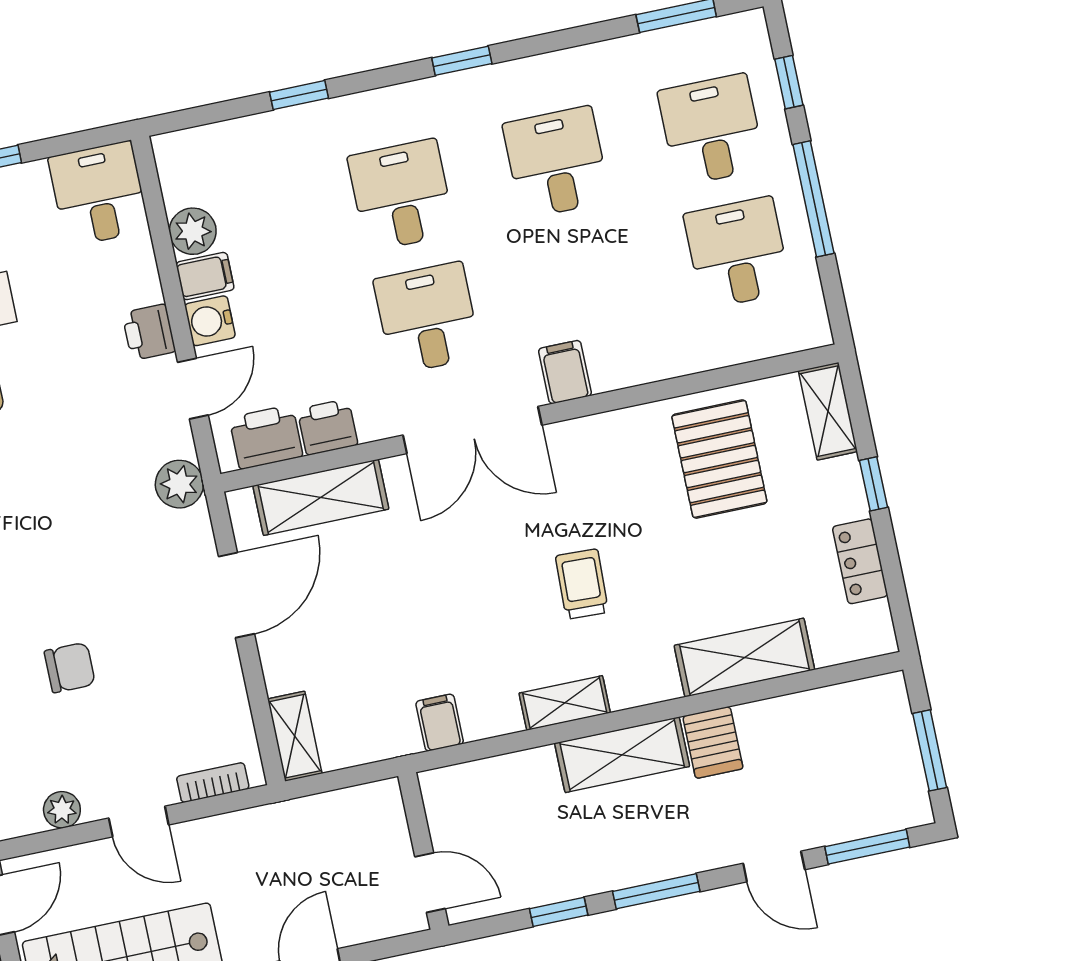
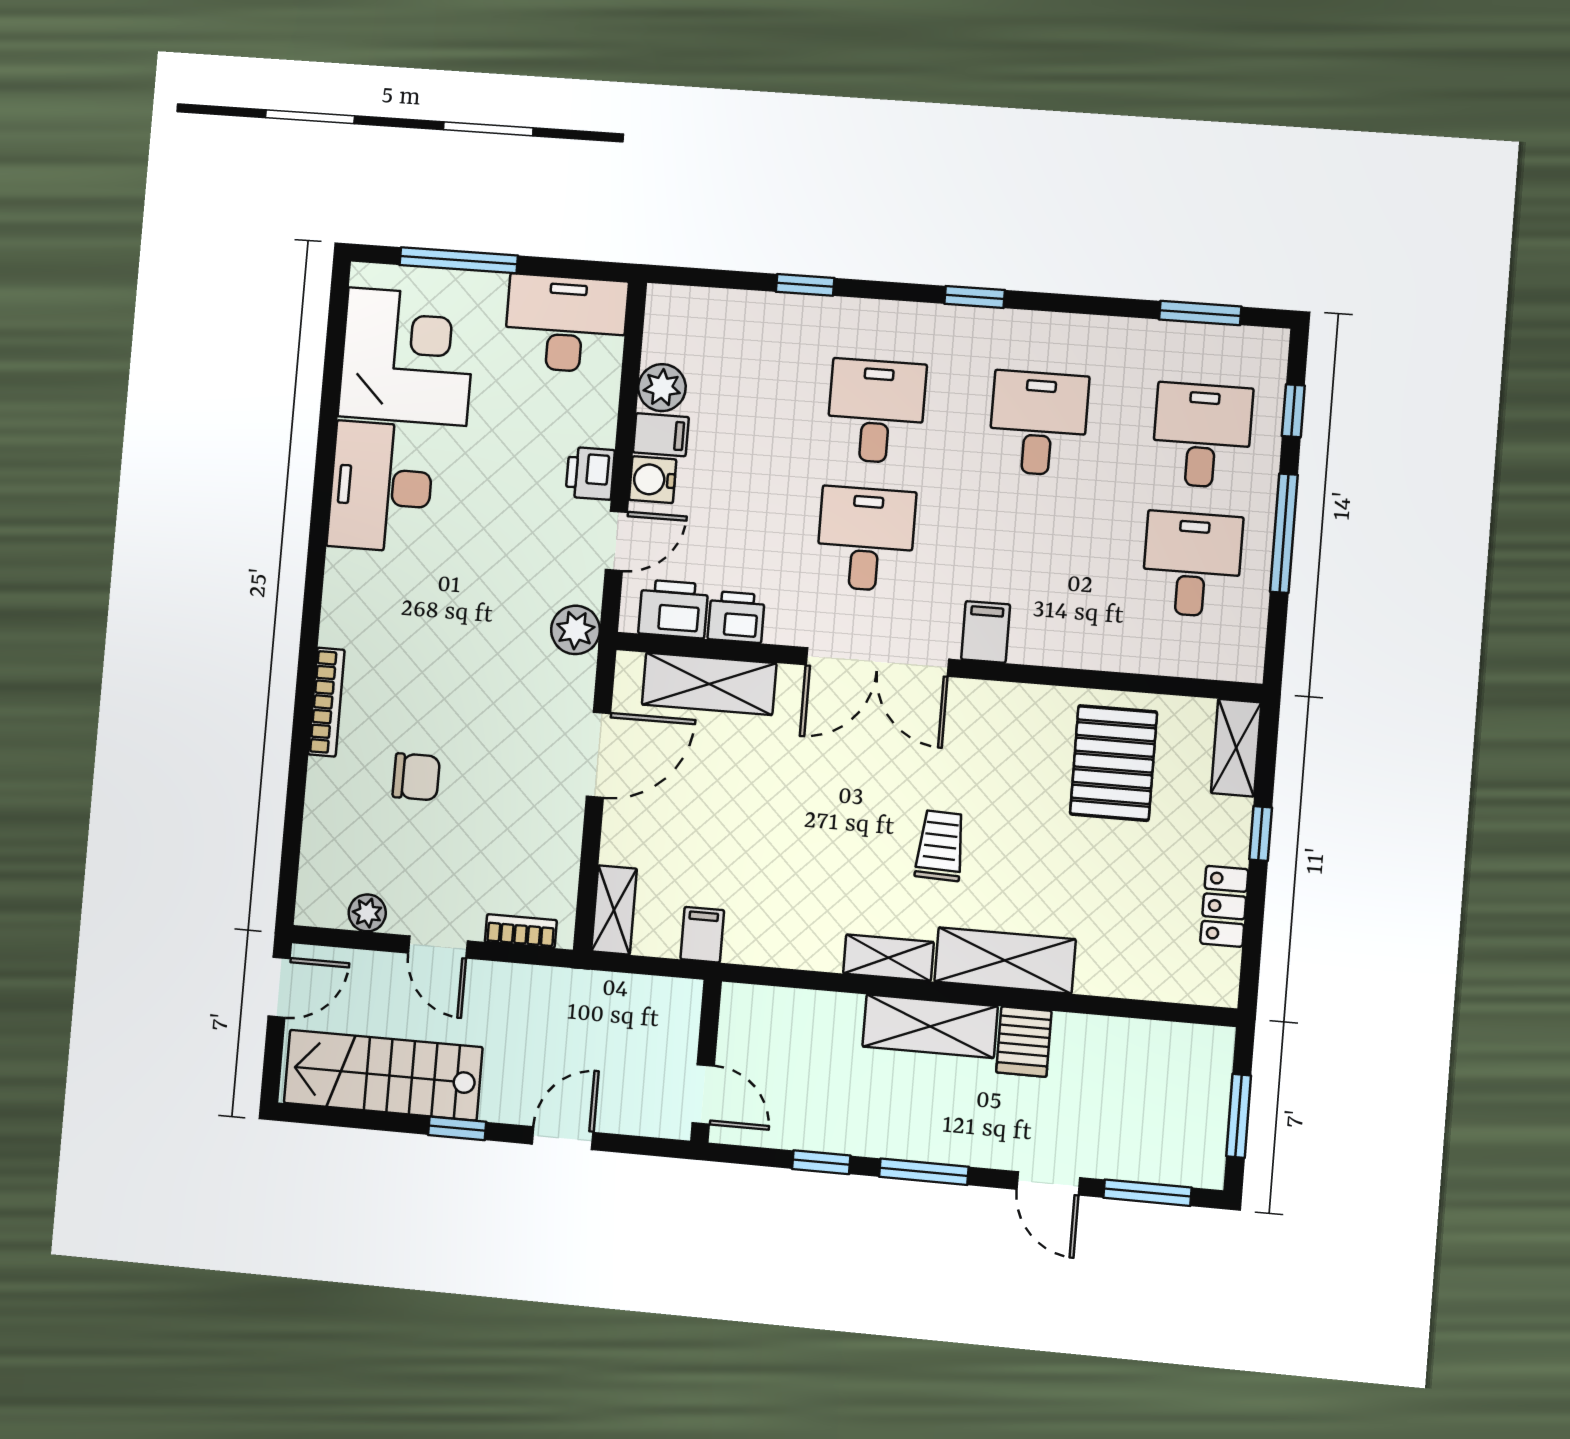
desk: (99, 194) -> (566, 324), width x1.37
shelving: (744, 658) -> (1005, 960), moved
filing cabinet: (440, 723) -> (702, 935), moved

